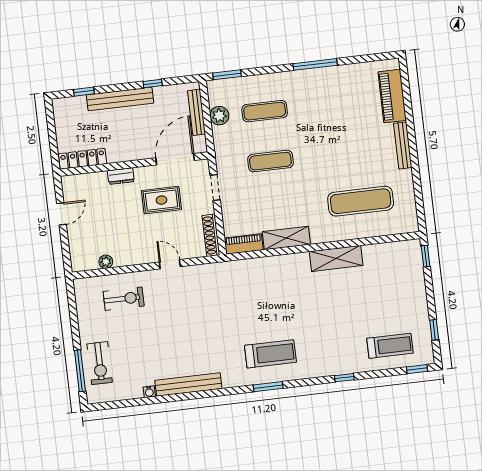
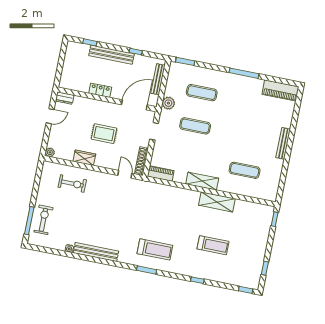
piano: (392, 96) -> (280, 90), moved, turned -90
plant: (219, 116) -> (168, 103), moved
locker: (83, 159) -> (100, 90), moved, width x0.66
dresser: (121, 176) -> (65, 98), moved
rug: (161, 200) -> (104, 134), moved
exercise mat: (361, 201) -> (245, 170), width x0.73, depth x0.69
shelving: (286, 238) -> (202, 181), moved
wardrobe: (129, 257) -> (84, 158), added
plant: (106, 262) -> (50, 152), moved
door: (170, 264) -> (125, 174), moved
treadmill: (390, 346) -> (213, 245), moved
exercise bike: (100, 363) -> (43, 220), turned 180

